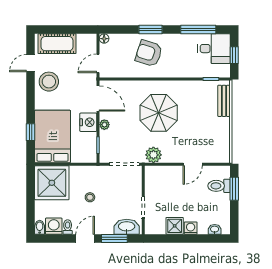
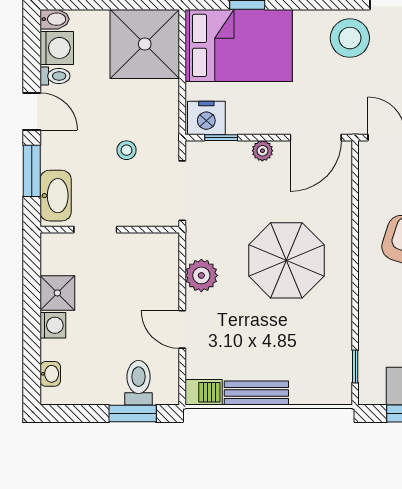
bench: (224, 101) -> (256, 393), moved
nightstand: (88, 122) -> (206, 118), moved
barbecue: (224, 154) -> (204, 392), added
plant: (153, 155) -> (201, 275), moved
stool: (90, 197) -> (127, 150), moved

